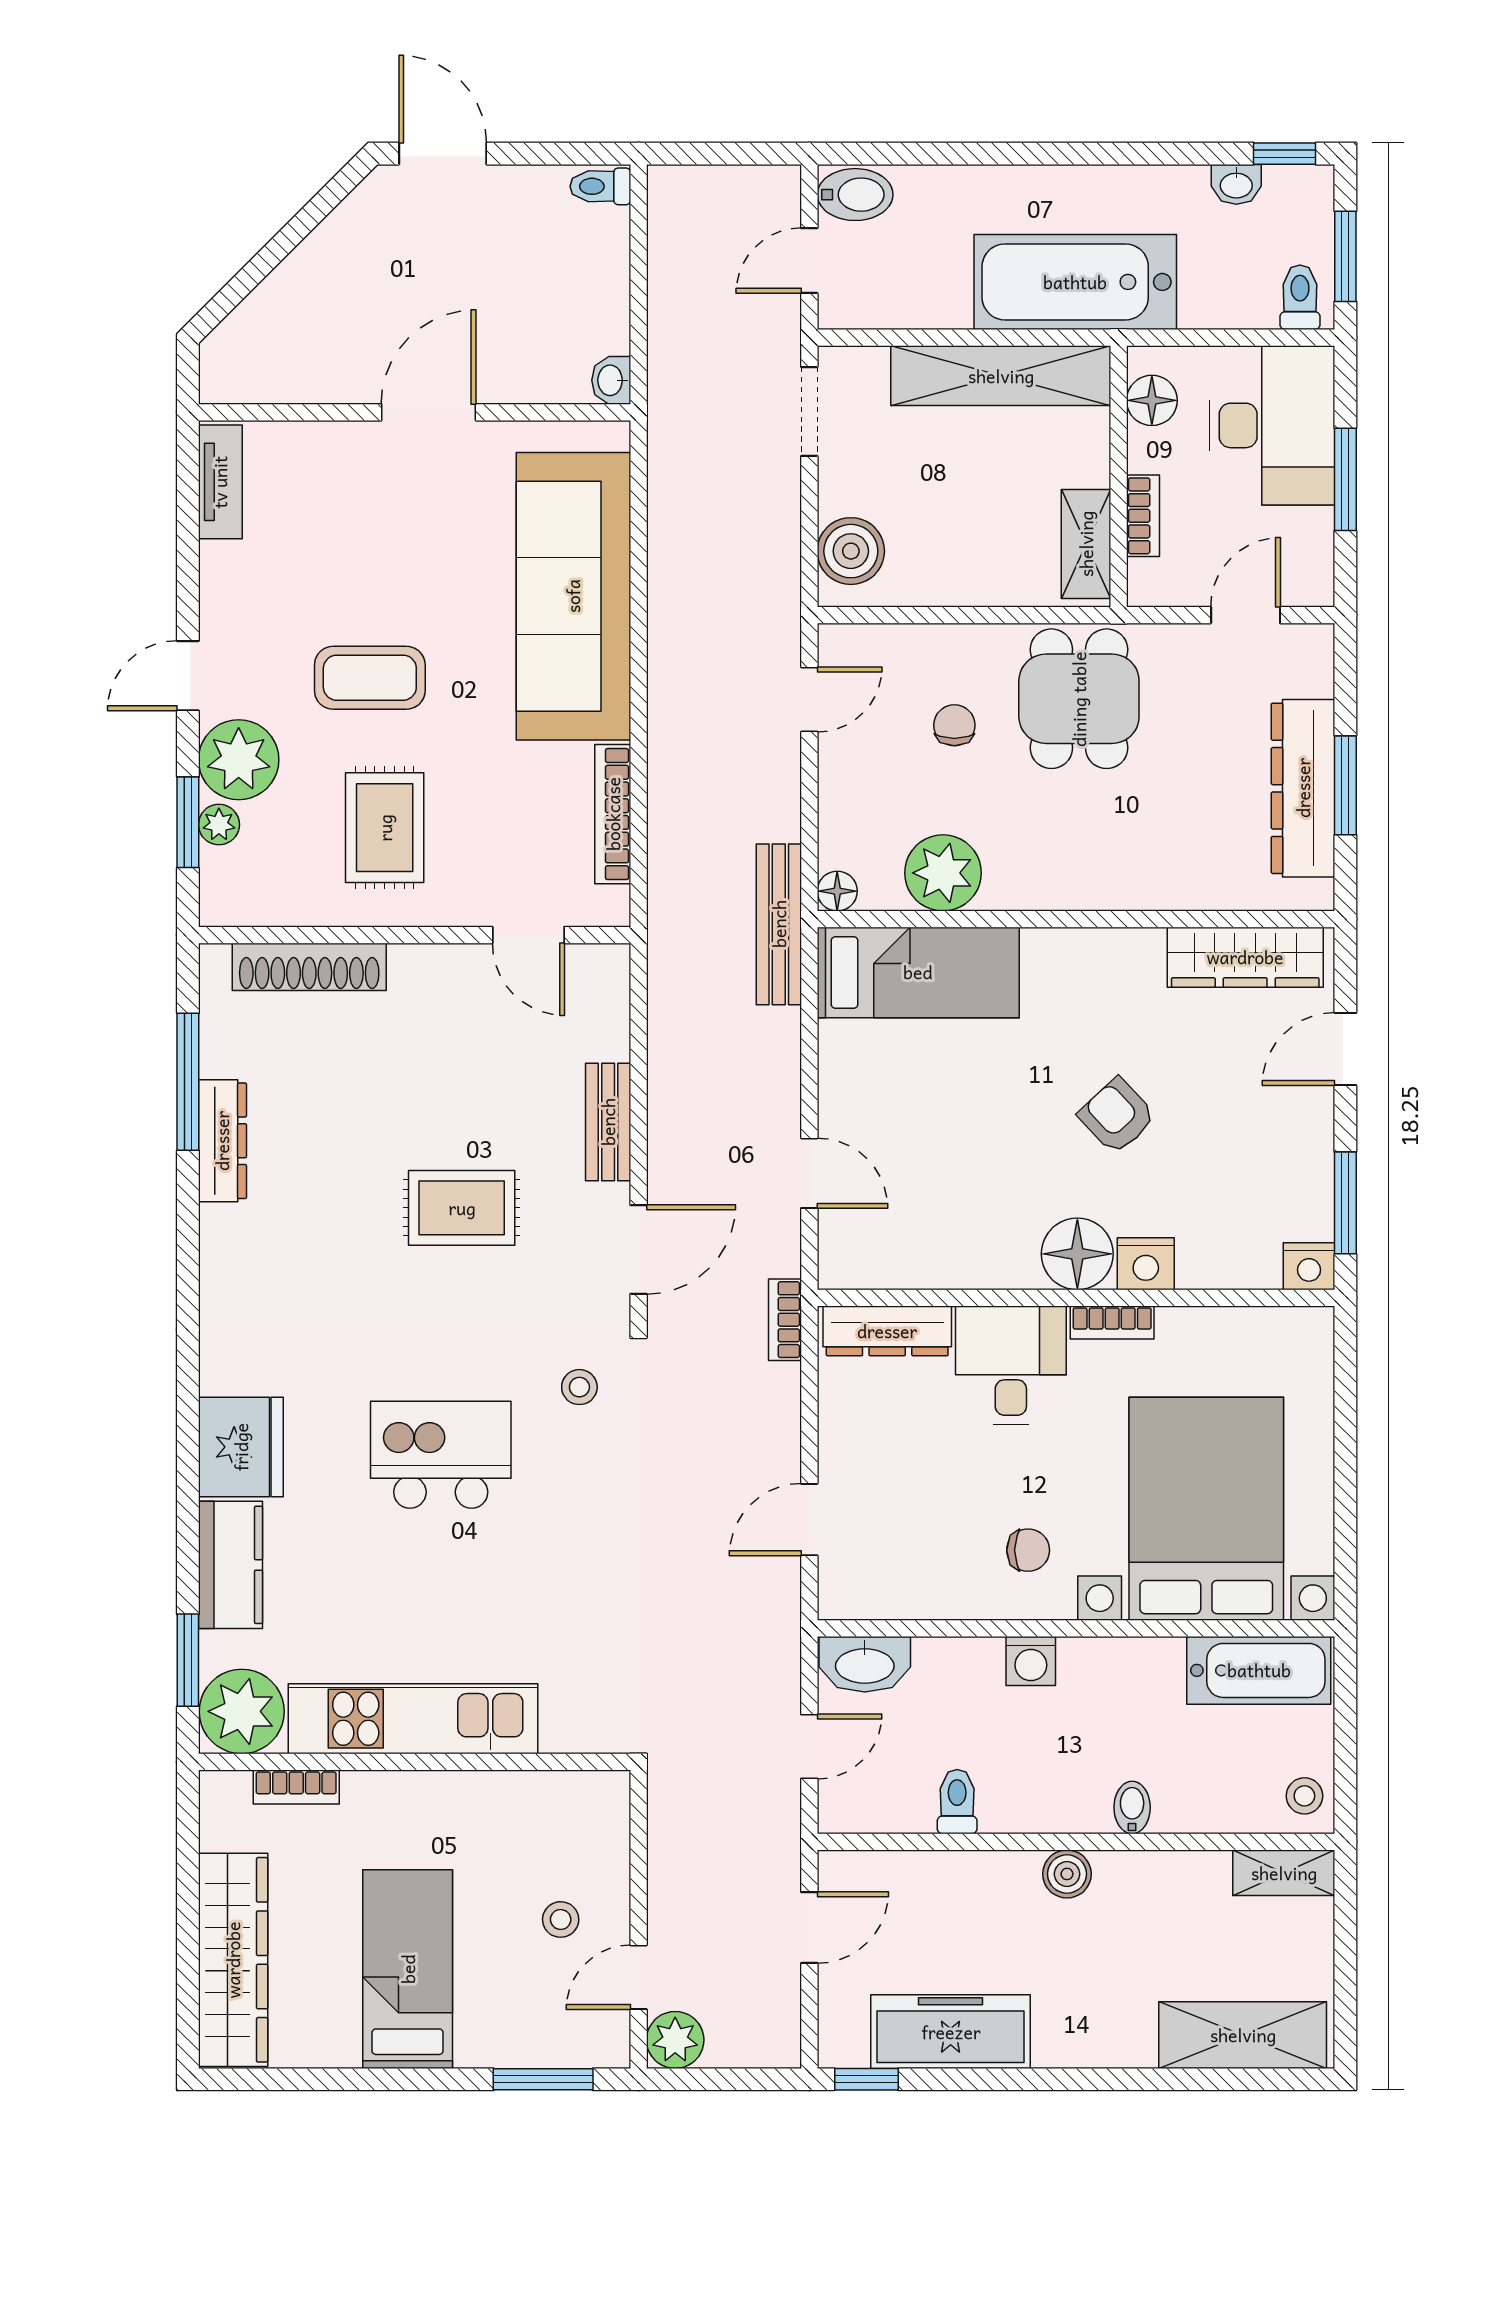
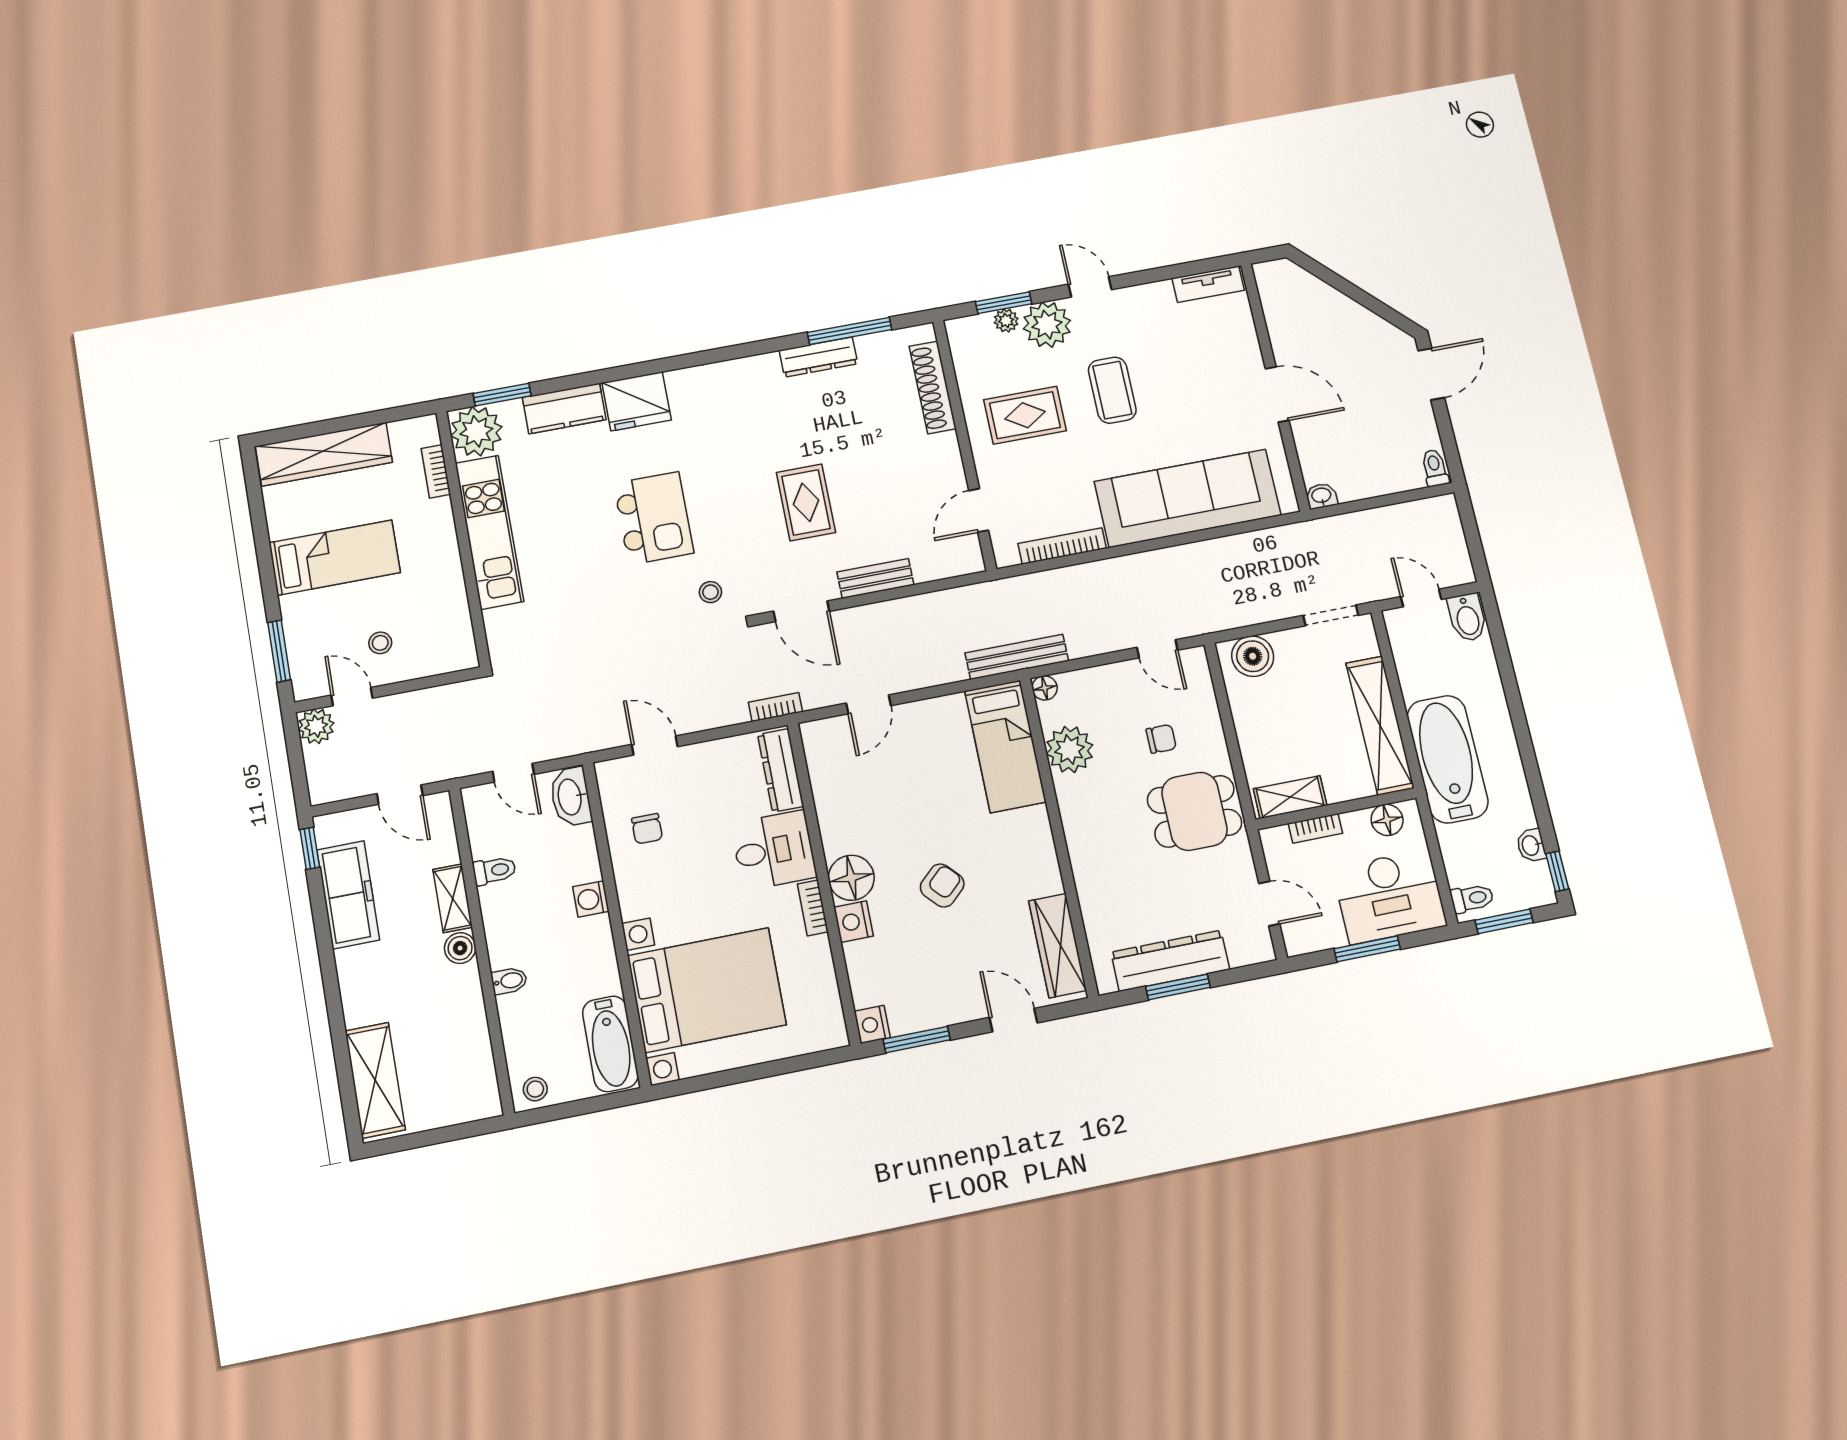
chair: (1028, 1550) -> (647, 829), moved
shelving: (1284, 1873) -> (453, 898), moved

